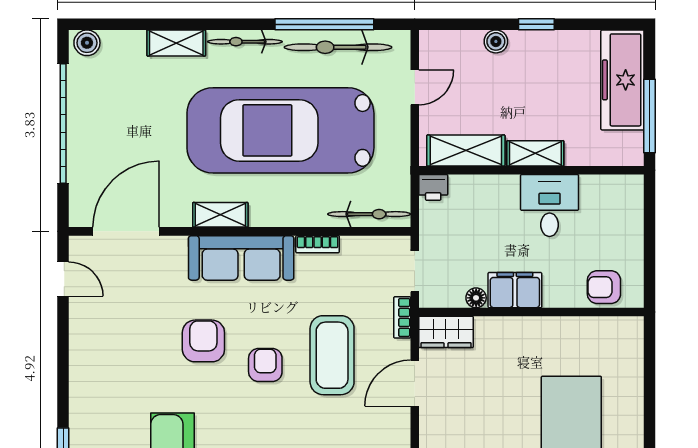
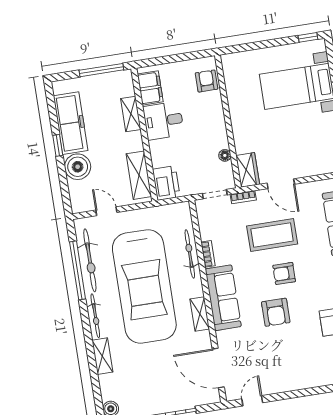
boiler: (496, 41) -> (78, 167), width x1.86, depth x1.86
freezer: (622, 80) -> (71, 123), moved, turned -90
shelving: (535, 153) -> (131, 114), moved
printer: (433, 187) -> (166, 183), width x1.87, depth x1.48
bicycle: (369, 214) -> (190, 254), moved
armchair: (604, 287) -> (207, 81), turned 180
filing cabinet: (515, 290) -> (150, 88), moved, turned 180
armchair: (203, 341) -> (276, 312), turned -90

